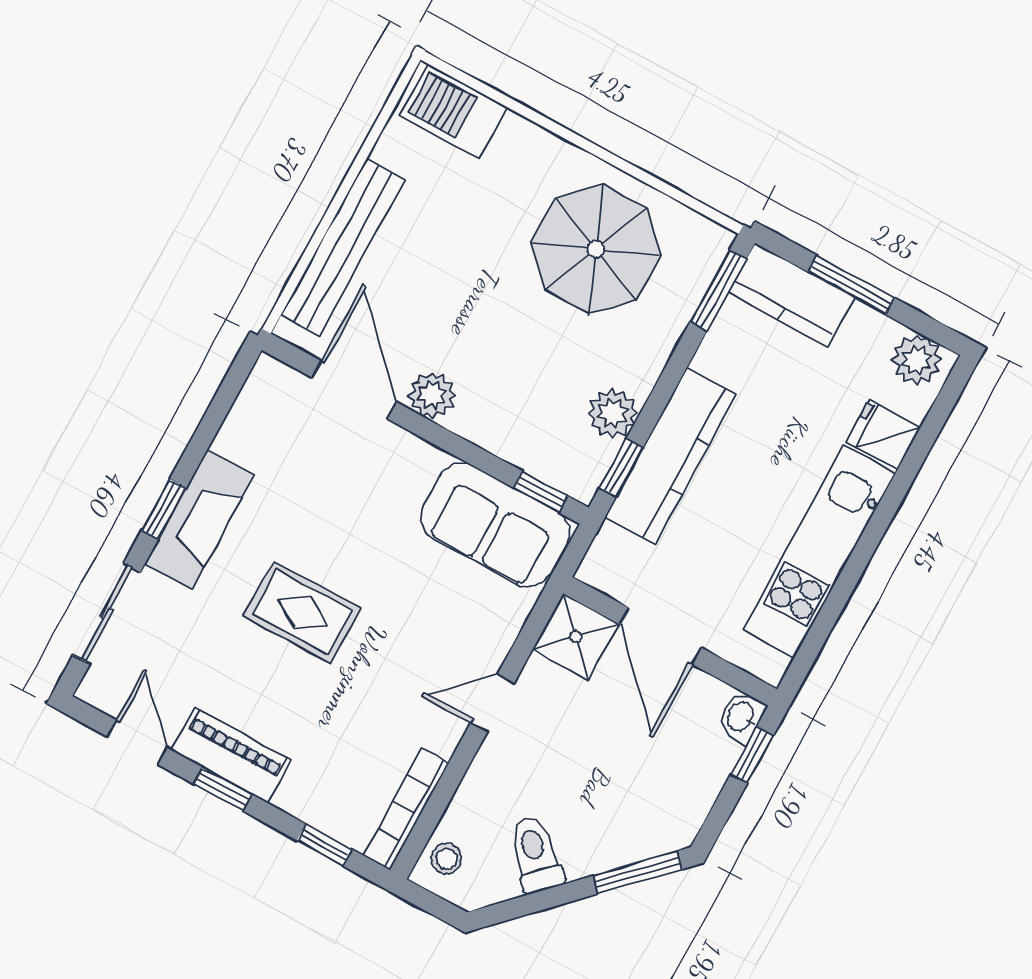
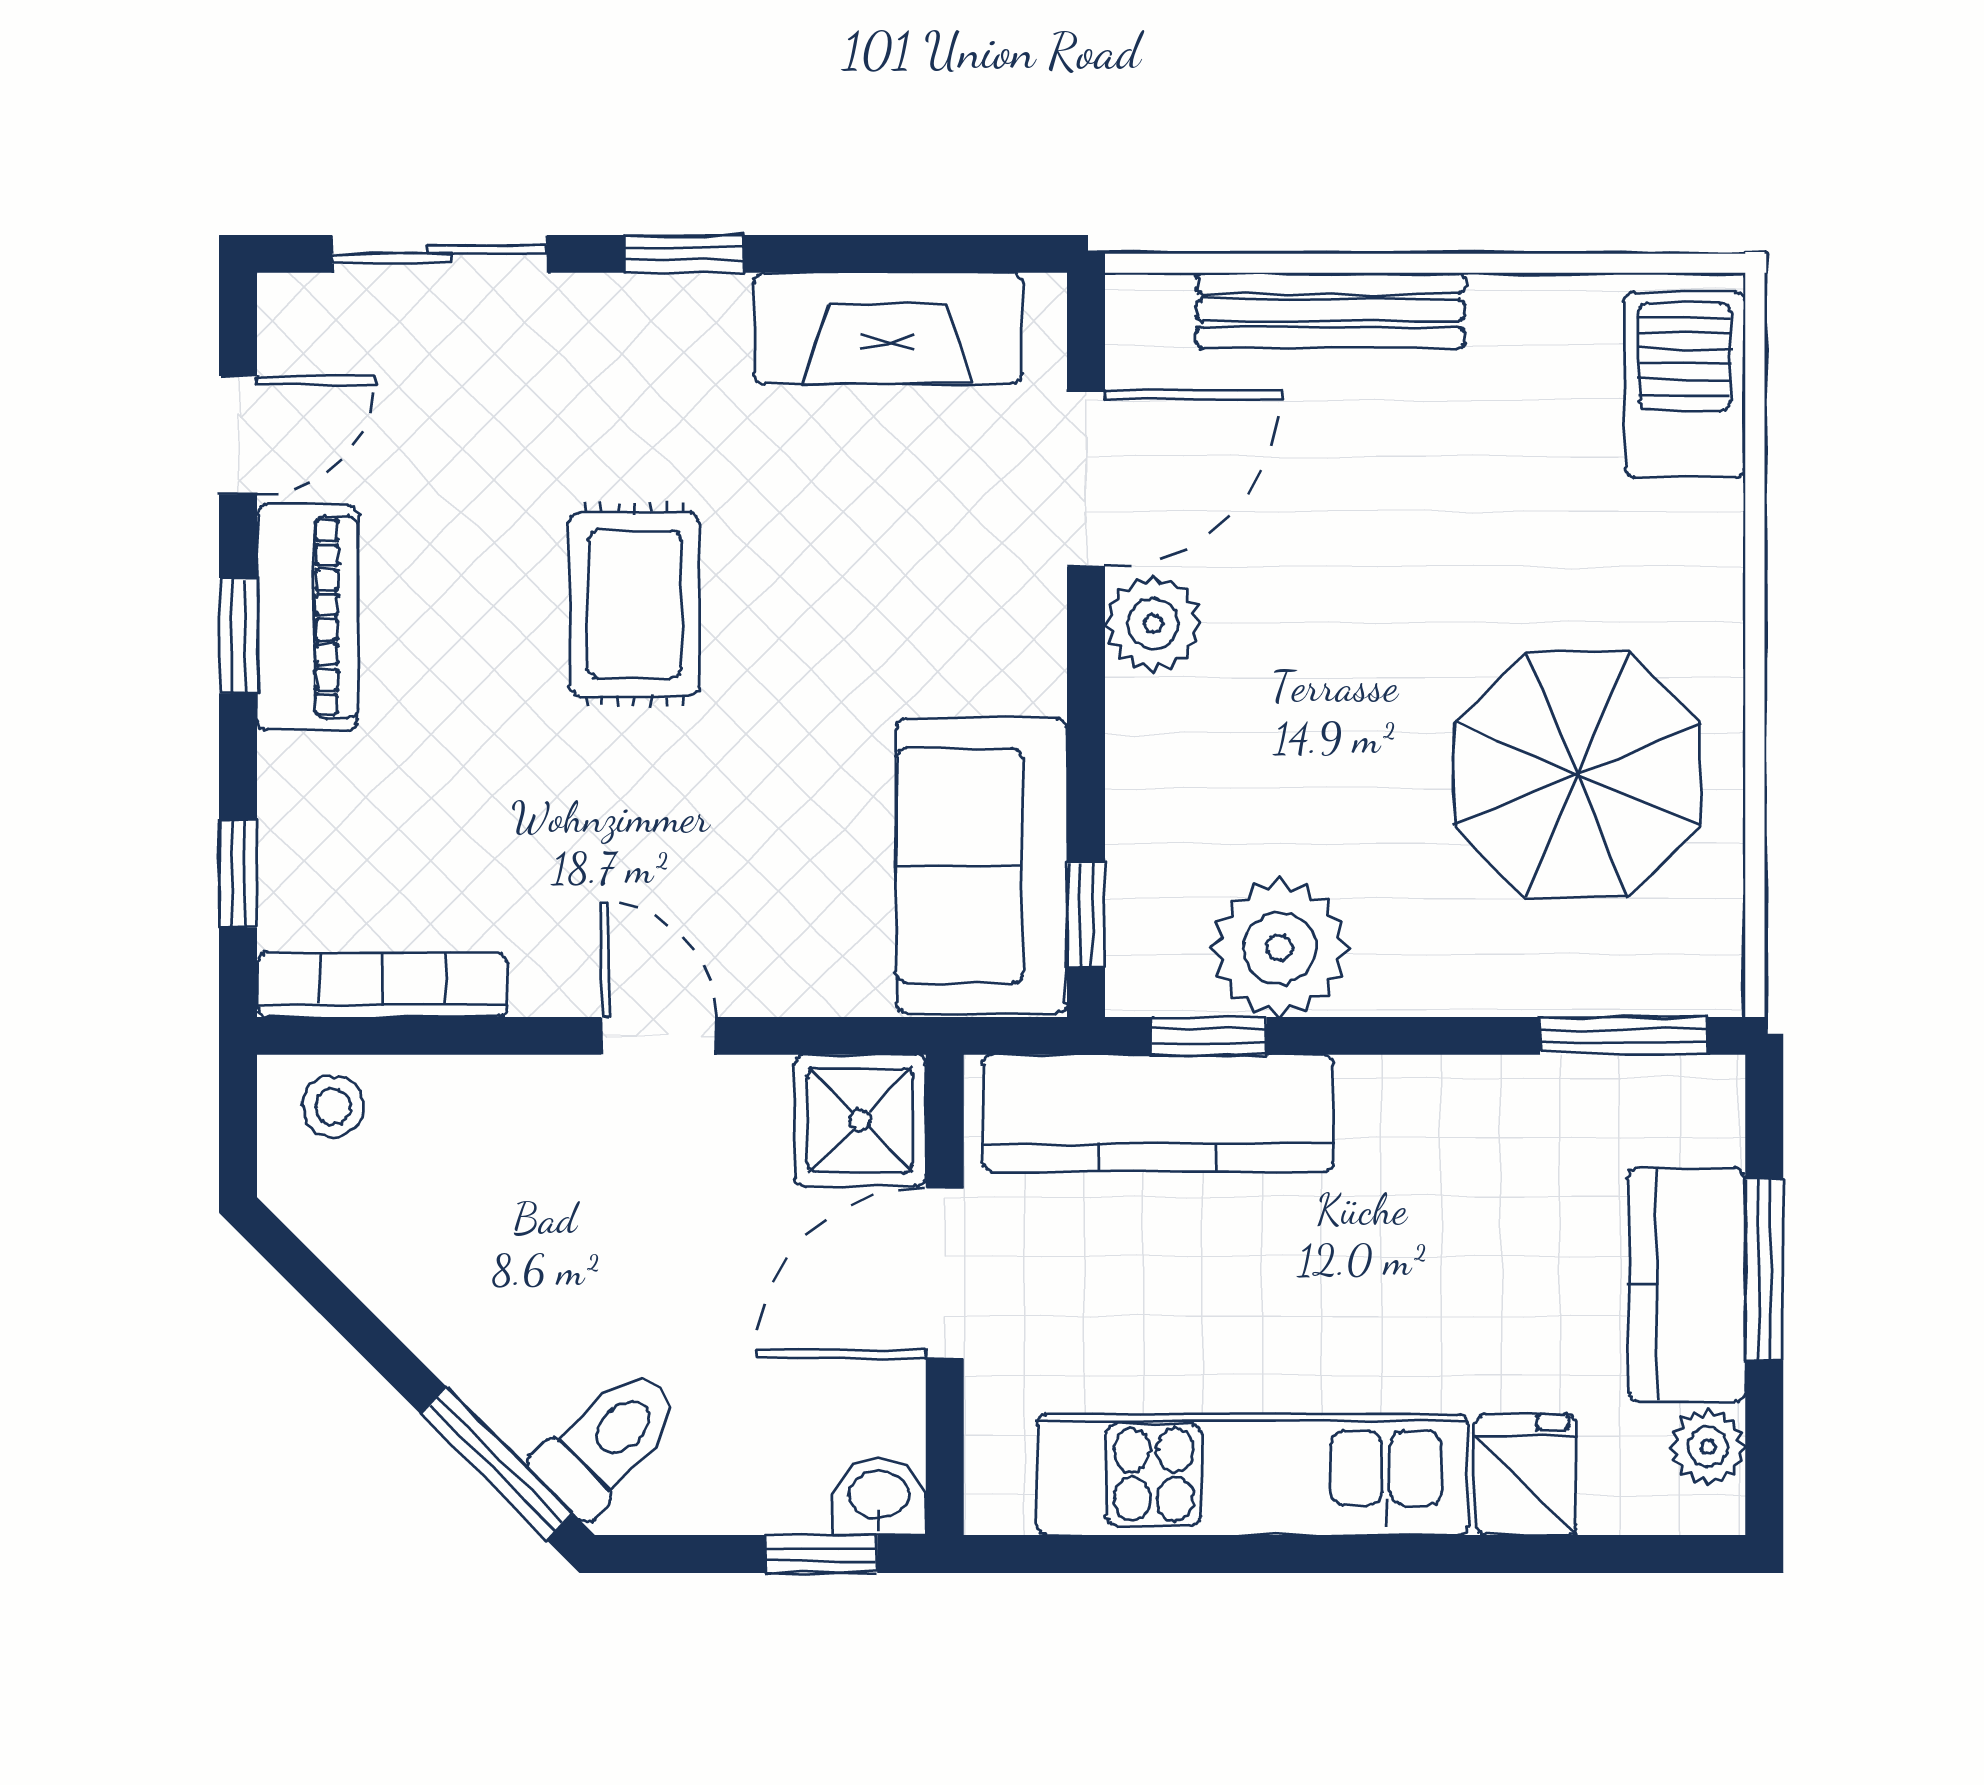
bench: (343, 248) -> (1331, 310), width x0.73, depth x0.82
kitchen counter: (791, 295) -> (1687, 1285), moved
plant: (916, 360) -> (1708, 1447), width x0.73, depth x0.73
plant: (612, 413) -> (1280, 948), width x1.36, depth x1.36
kitchen counter: (671, 456) -> (1158, 1113), moved
fireplace: (199, 520) -> (888, 328), moved
toilet: (535, 854) -> (608, 1442), moved

